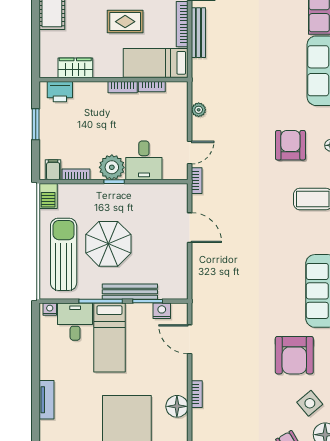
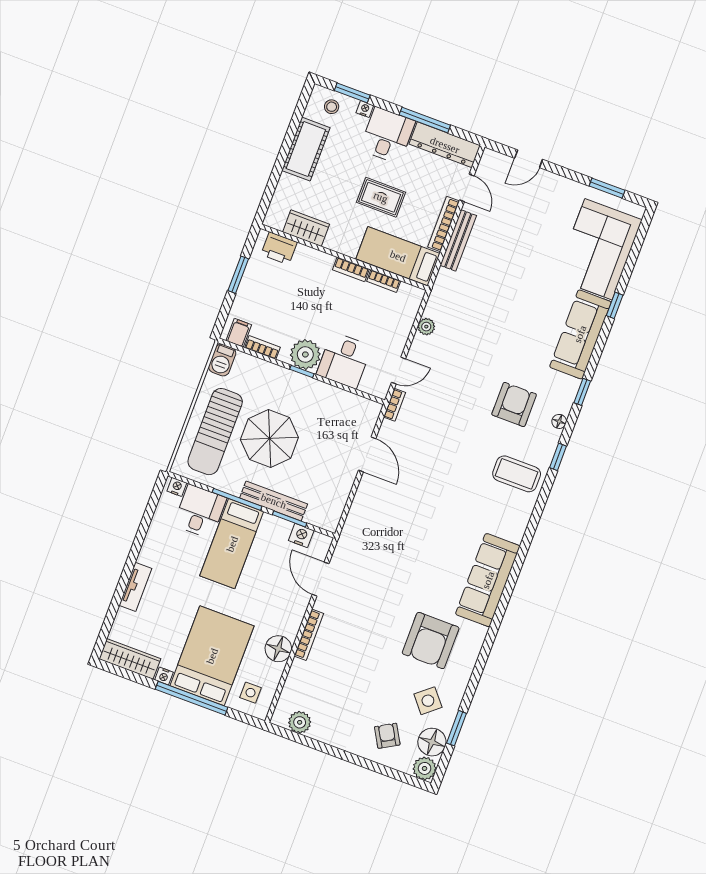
sun lounger: (64, 254) -> (215, 432), turned 180
bookcase: (197, 394) -> (309, 635), width x1.56

